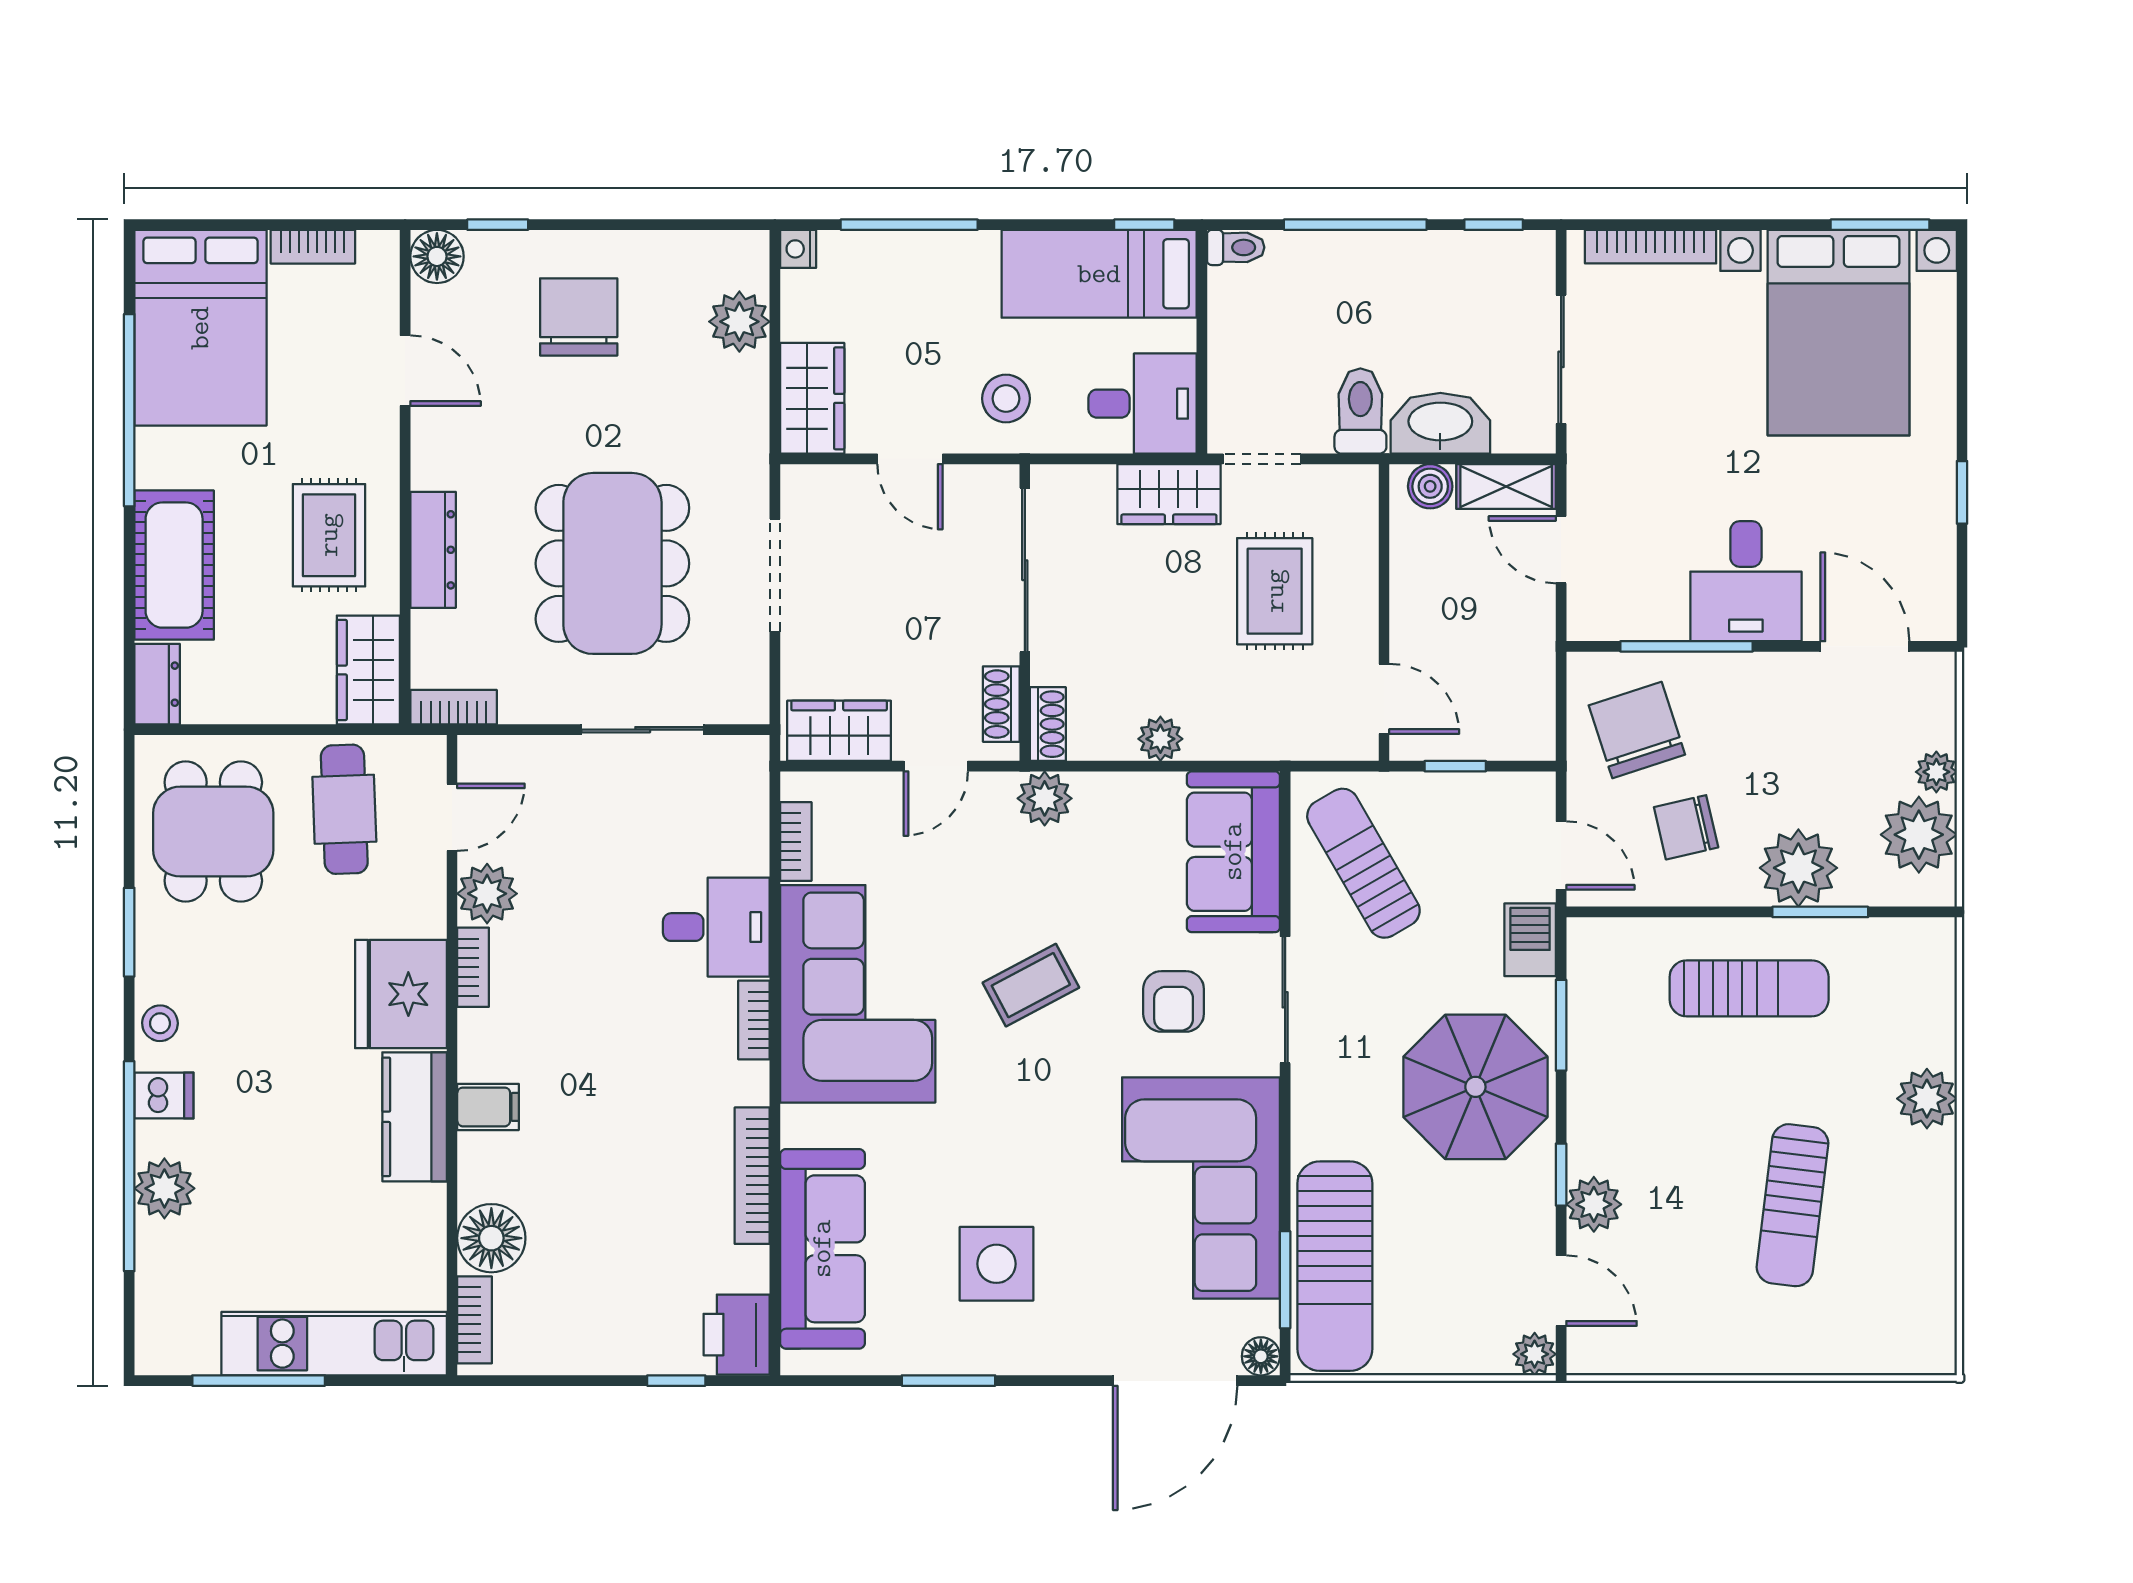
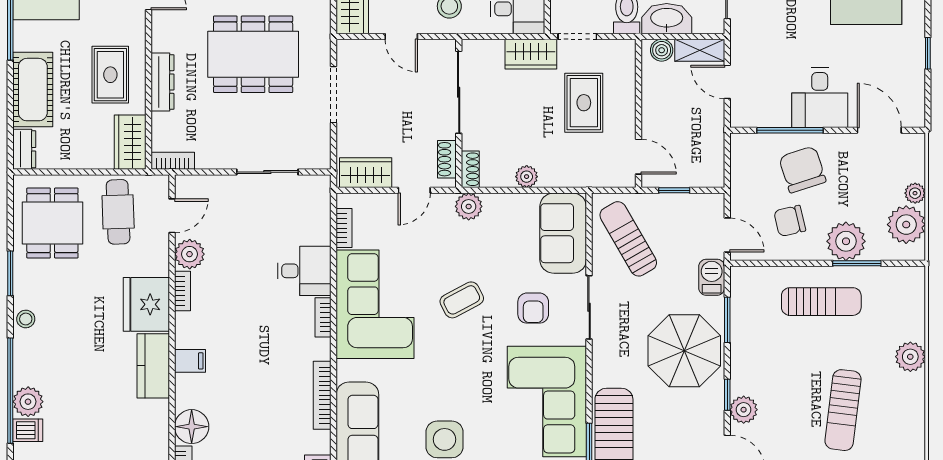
dining table: (612, 563) -> (253, 54), moved, turned 90
chair: (1637, 730) -> (802, 169), moved
dishwasher: (164, 1096) -> (28, 430), moved

